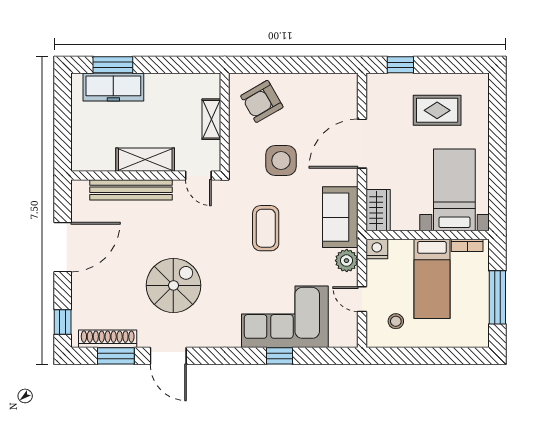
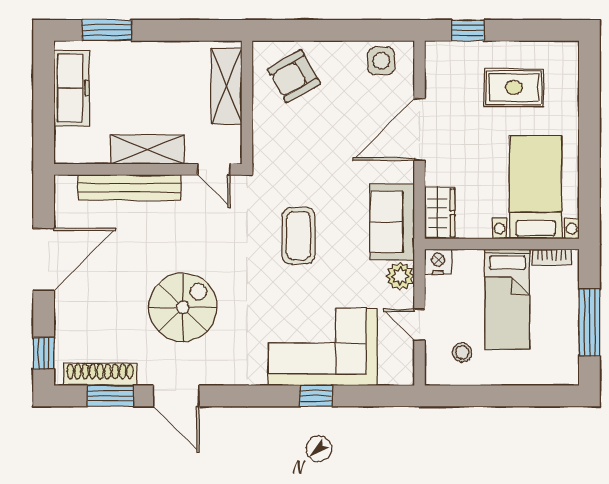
freezer: (113, 87) -> (72, 88), moved, turned -90
shelving: (211, 119) -> (227, 86), width x1.50, depth x1.33
side table: (281, 161) -> (381, 61), moved, width x0.73, depth x0.73

